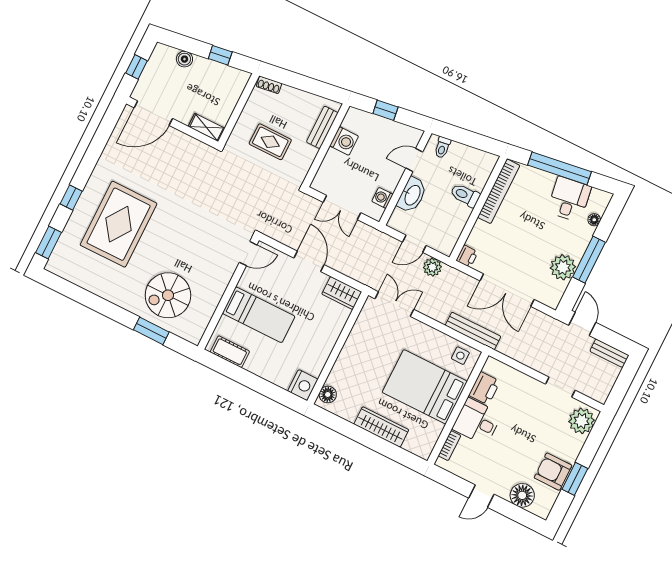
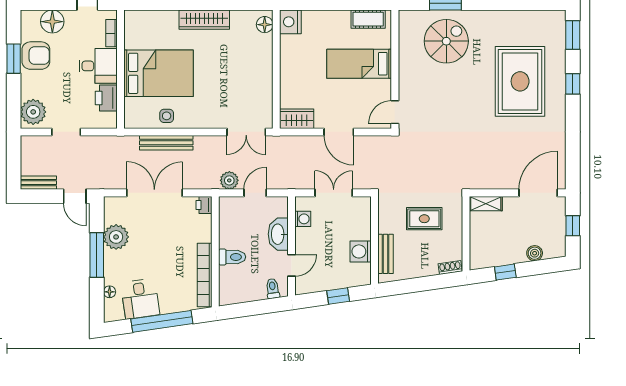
bed: (425, 387) -> (159, 73), moved
printer: (484, 388) -> (106, 98), moved
wall: (458, 408) -> (120, 69), moved
desk: (477, 422) -> (98, 66), moved
bookcase: (450, 446) -> (112, 33), moved

